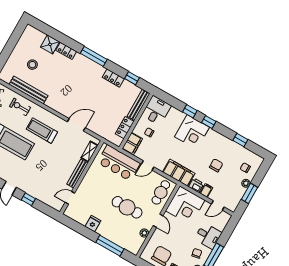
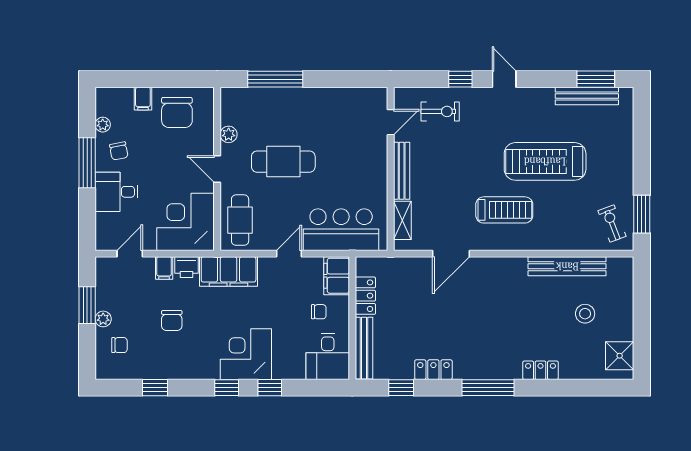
shower: (50, 44) -> (620, 356), moved
exercise bike: (20, 107) -> (440, 111), moved
fridge: (93, 224) -> (326, 100), removed

